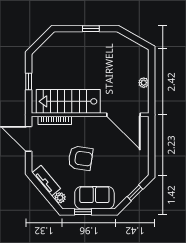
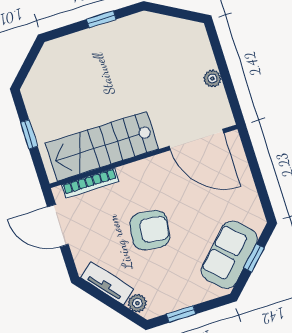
sofa: (94, 198) -> (229, 255), moved, turned -45

